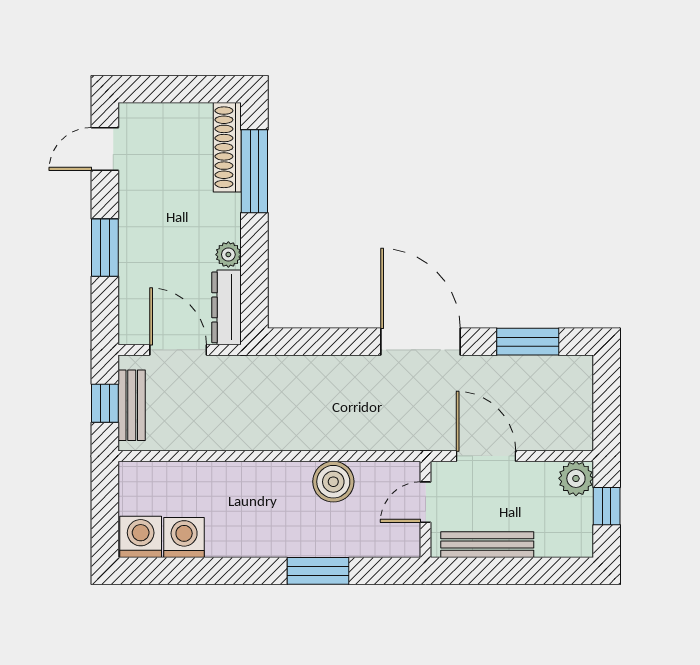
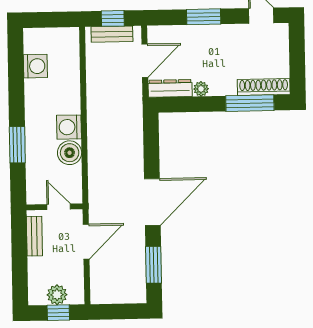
plant: (576, 478) -> (57, 295), moved
washing machine: (141, 537) -> (69, 127), moved, turned 180
bench: (487, 545) -> (34, 236), width x0.73

